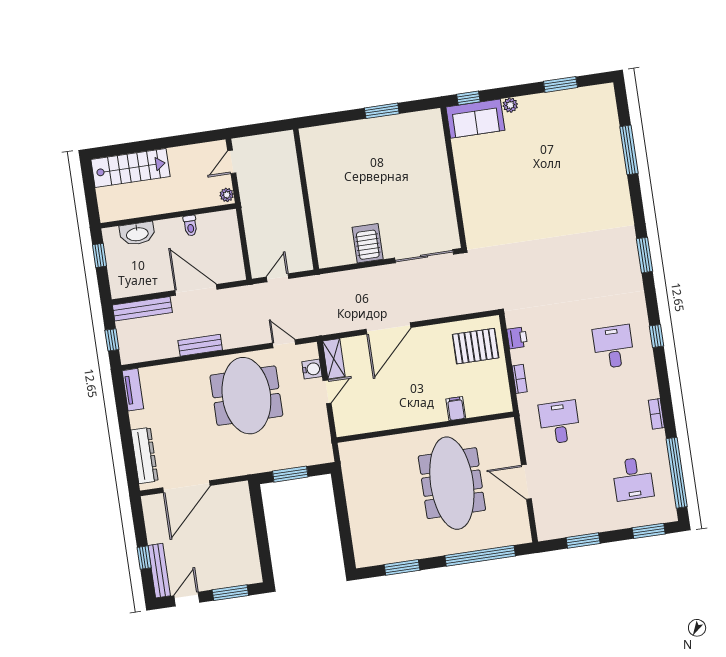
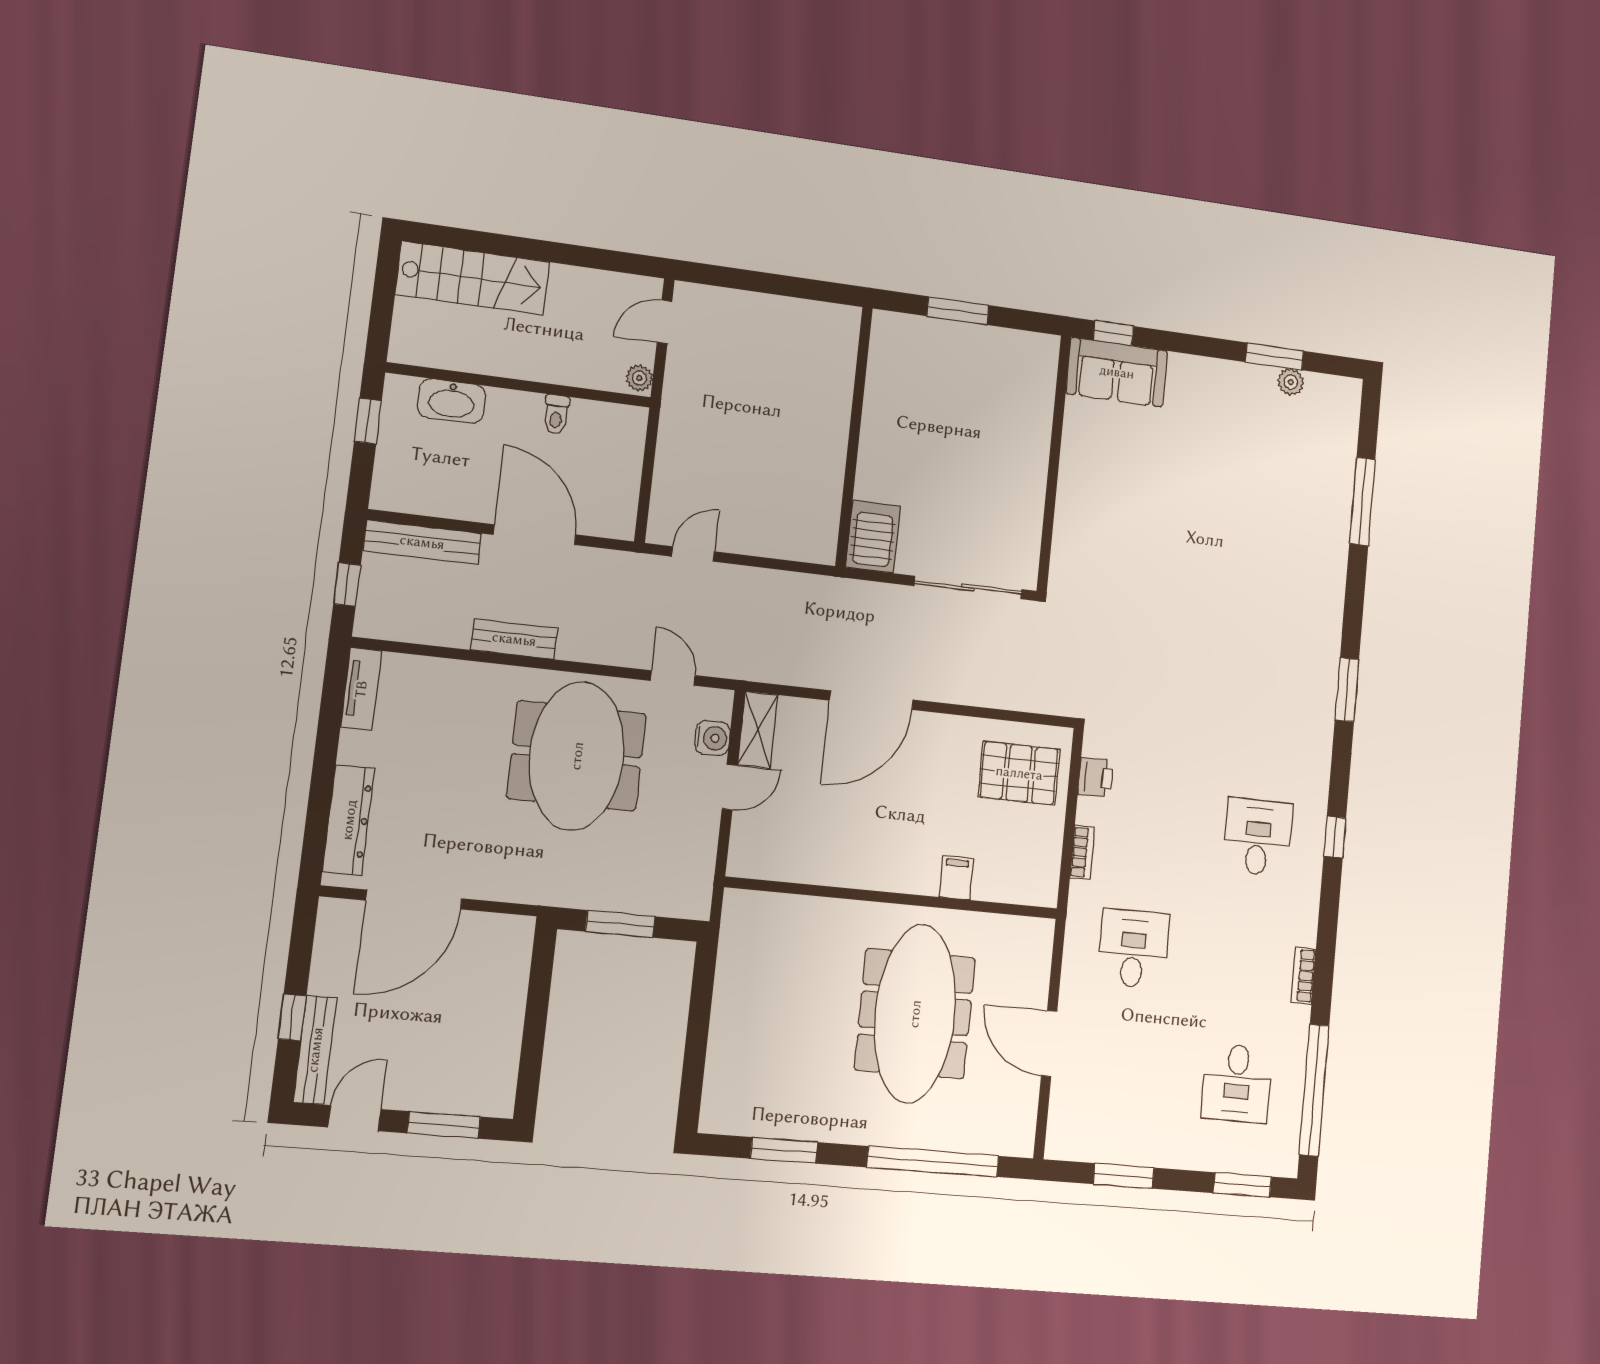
plant: (510, 105) -> (1291, 382), moved
wall: (306, 199) -> (854, 437), moved

